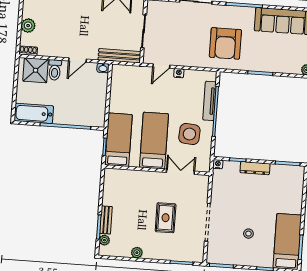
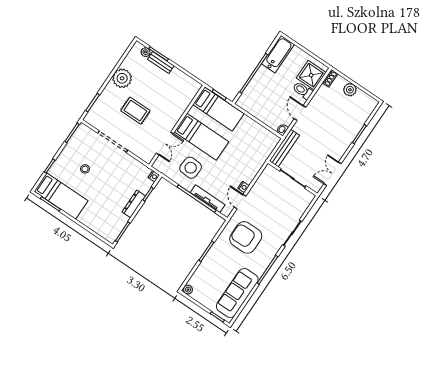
door: (161, 66) -> (240, 202), moved
plant: (137, 253) -> (122, 78), width x1.88, depth x1.88

